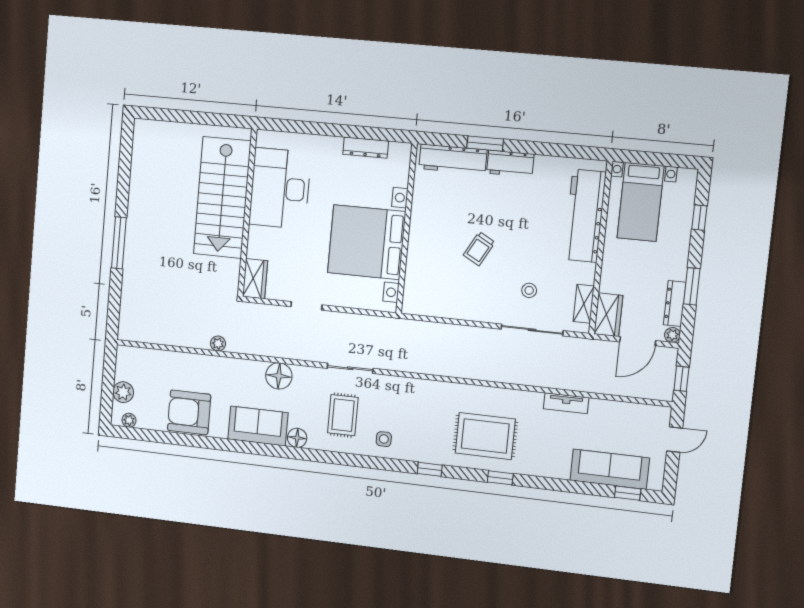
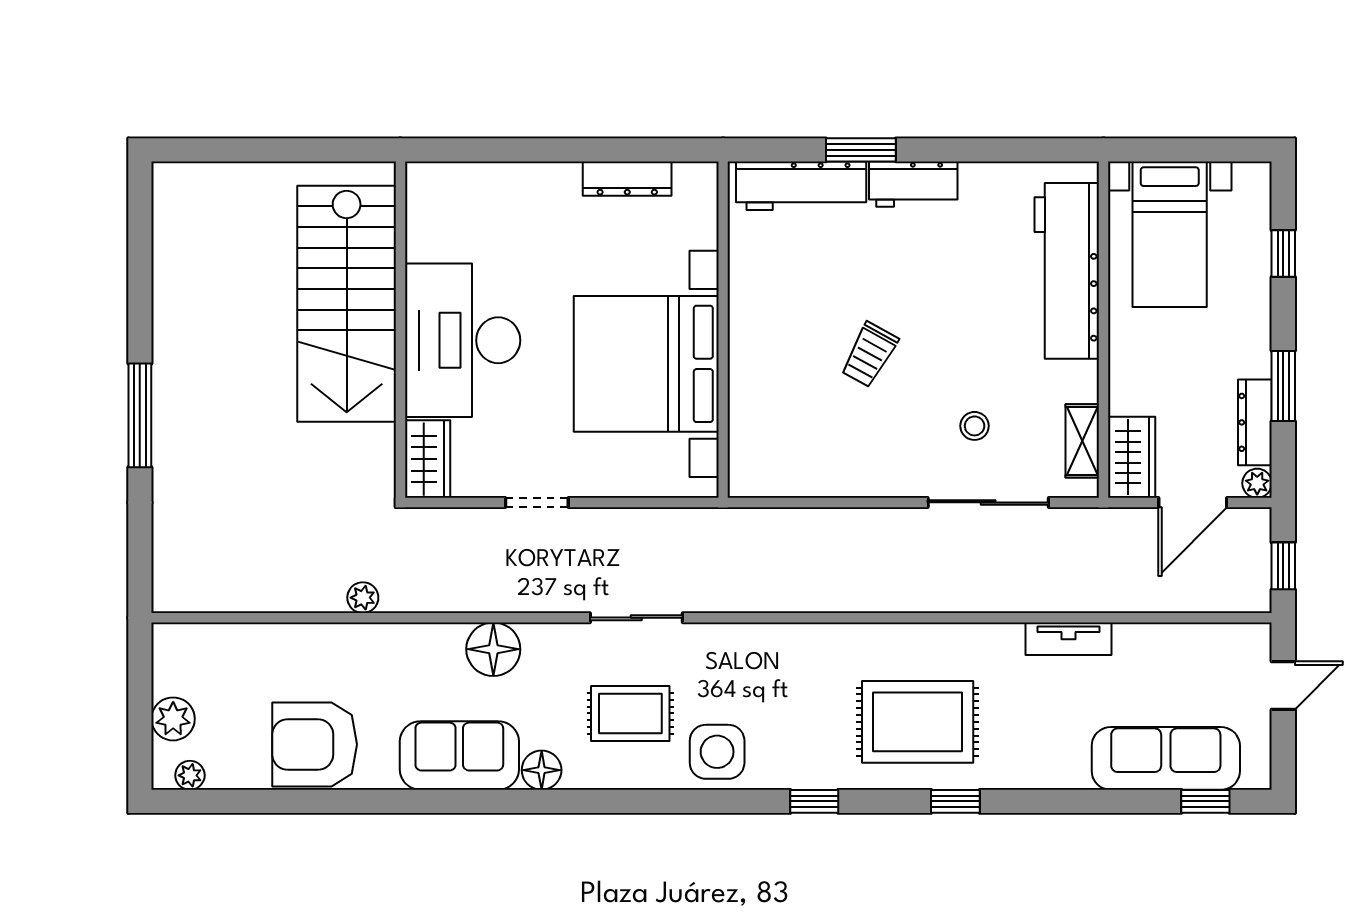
desk: (280, 188) -> (463, 340), moved
rug: (343, 415) -> (630, 713), turned 90
side table: (384, 439) -> (717, 752), width x1.87, depth x1.87

